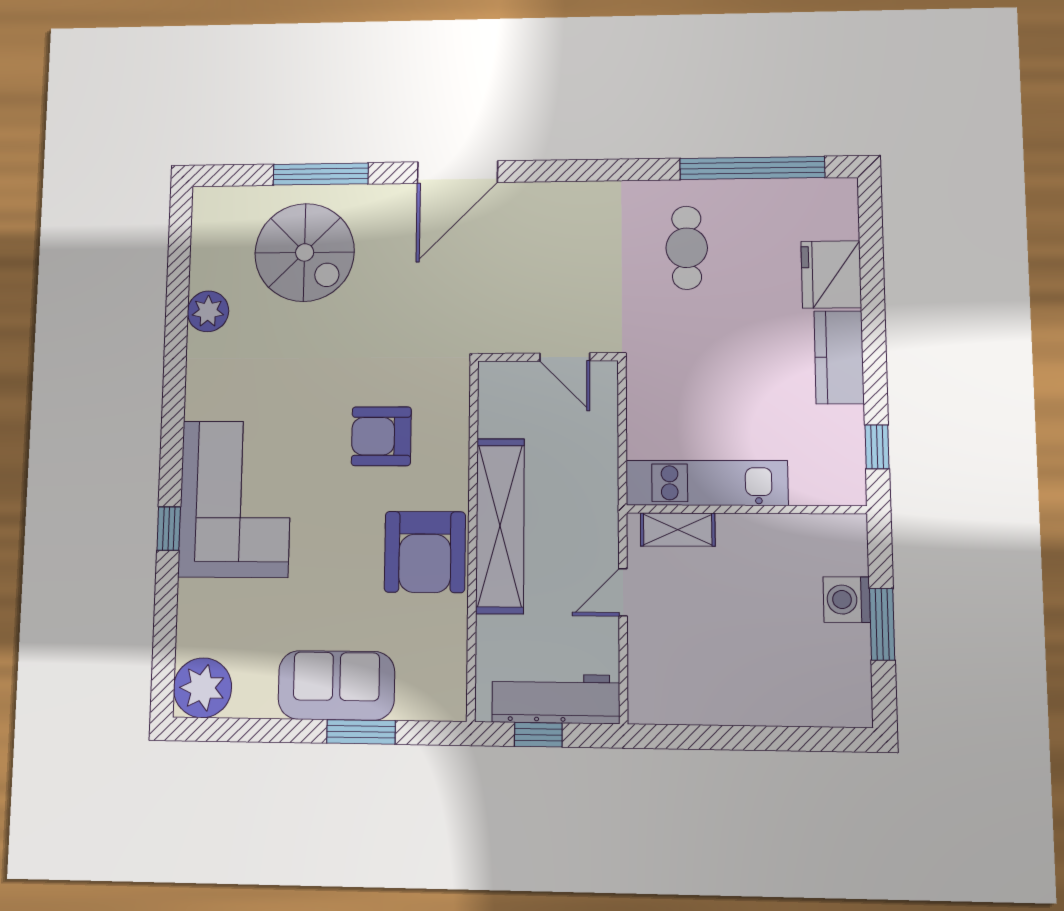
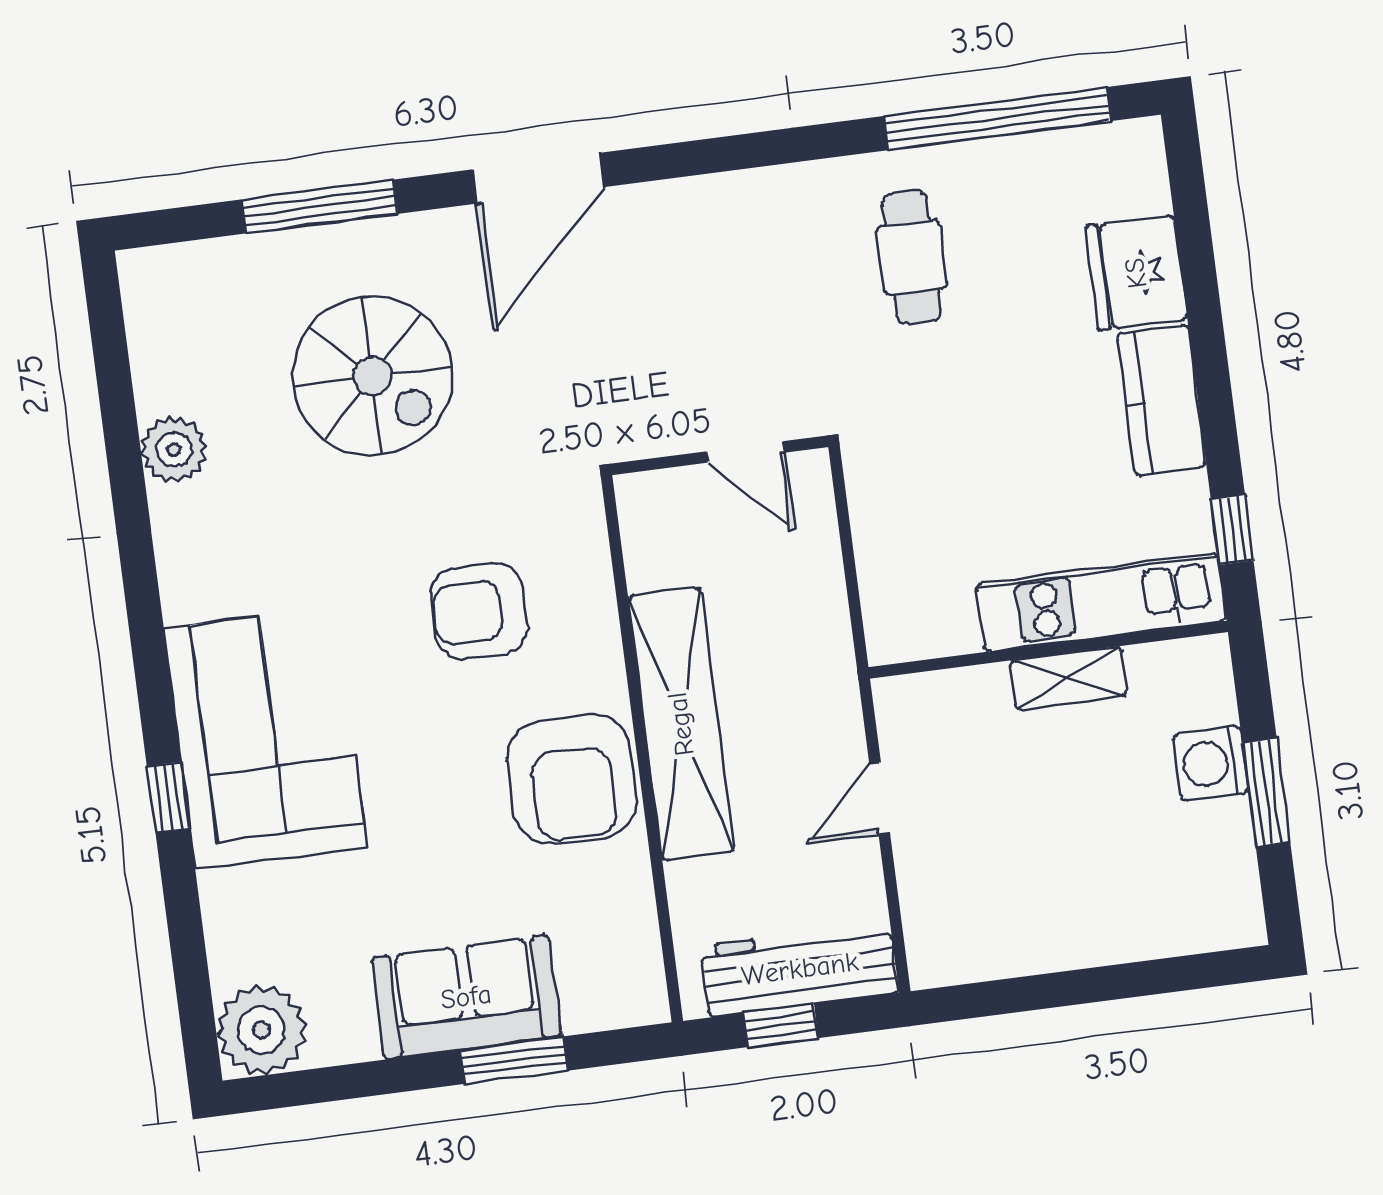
spiral stairs: (305, 252) -> (372, 376), moved
kitchen unit: (707, 483) -> (1101, 602), moved
shelving: (678, 530) -> (1068, 678), moved

